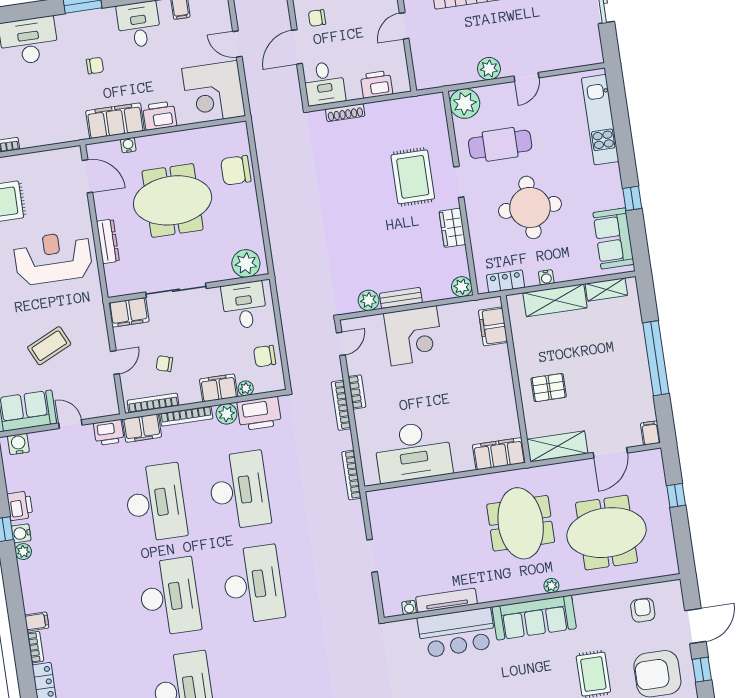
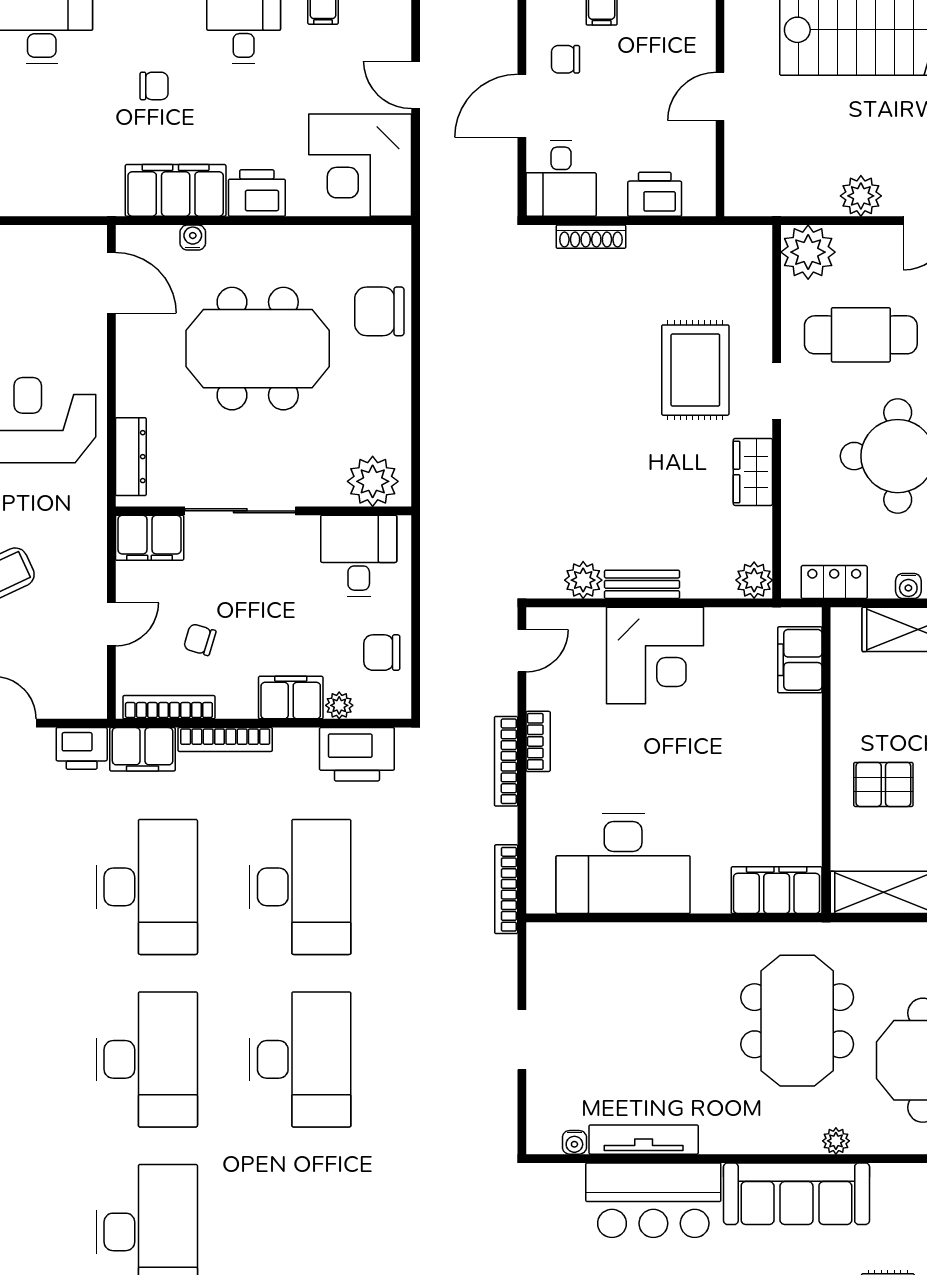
dresser: (108, 241) -> (131, 457), moved
plant: (227, 414) -> (298, 746), removed

